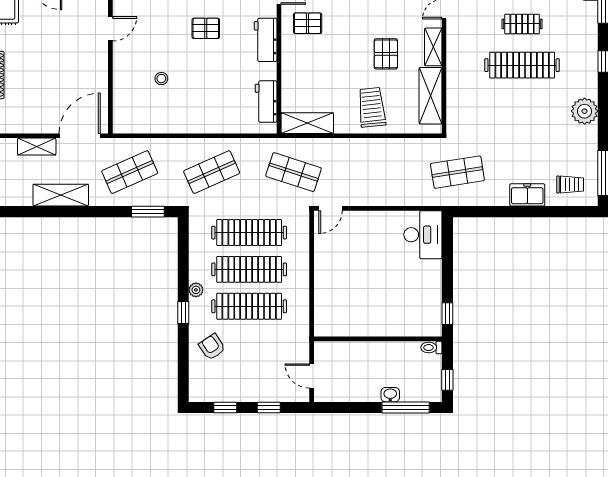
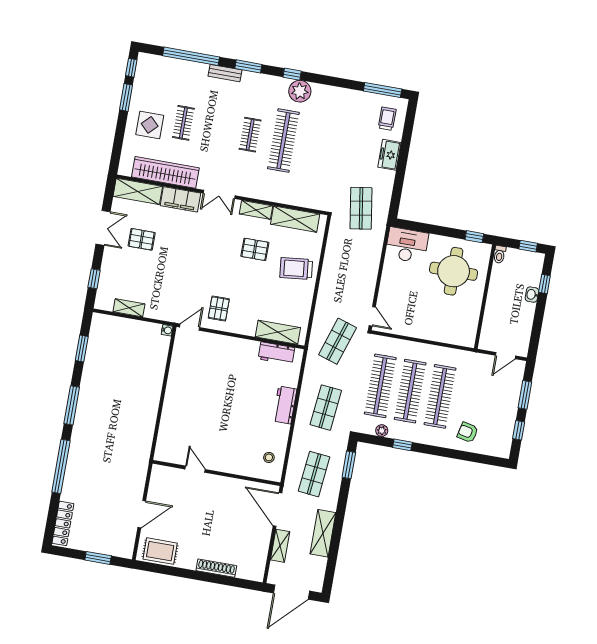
pallet: (206, 28) -> (208, 392), removed
workbench: (266, 40) -> (285, 405), moved, turned 90
stool: (161, 79) -> (269, 457), moved
plant: (585, 111) -> (300, 91), moved
shelving: (307, 123) -> (278, 332), moved, turned 90
shop shelf: (130, 172) -> (314, 474), turned 30
shop shelf: (212, 172) -> (326, 408), turned 30
plant: (196, 290) -> (382, 431), moved
round table: (402, 296) -> (454, 271), added
window: (183, 313) -> (402, 445), moved
armchair: (212, 347) -> (468, 432), turned 46
window: (269, 407) -> (525, 395), width x1.50
window: (406, 407) -> (544, 284), width x0.46

